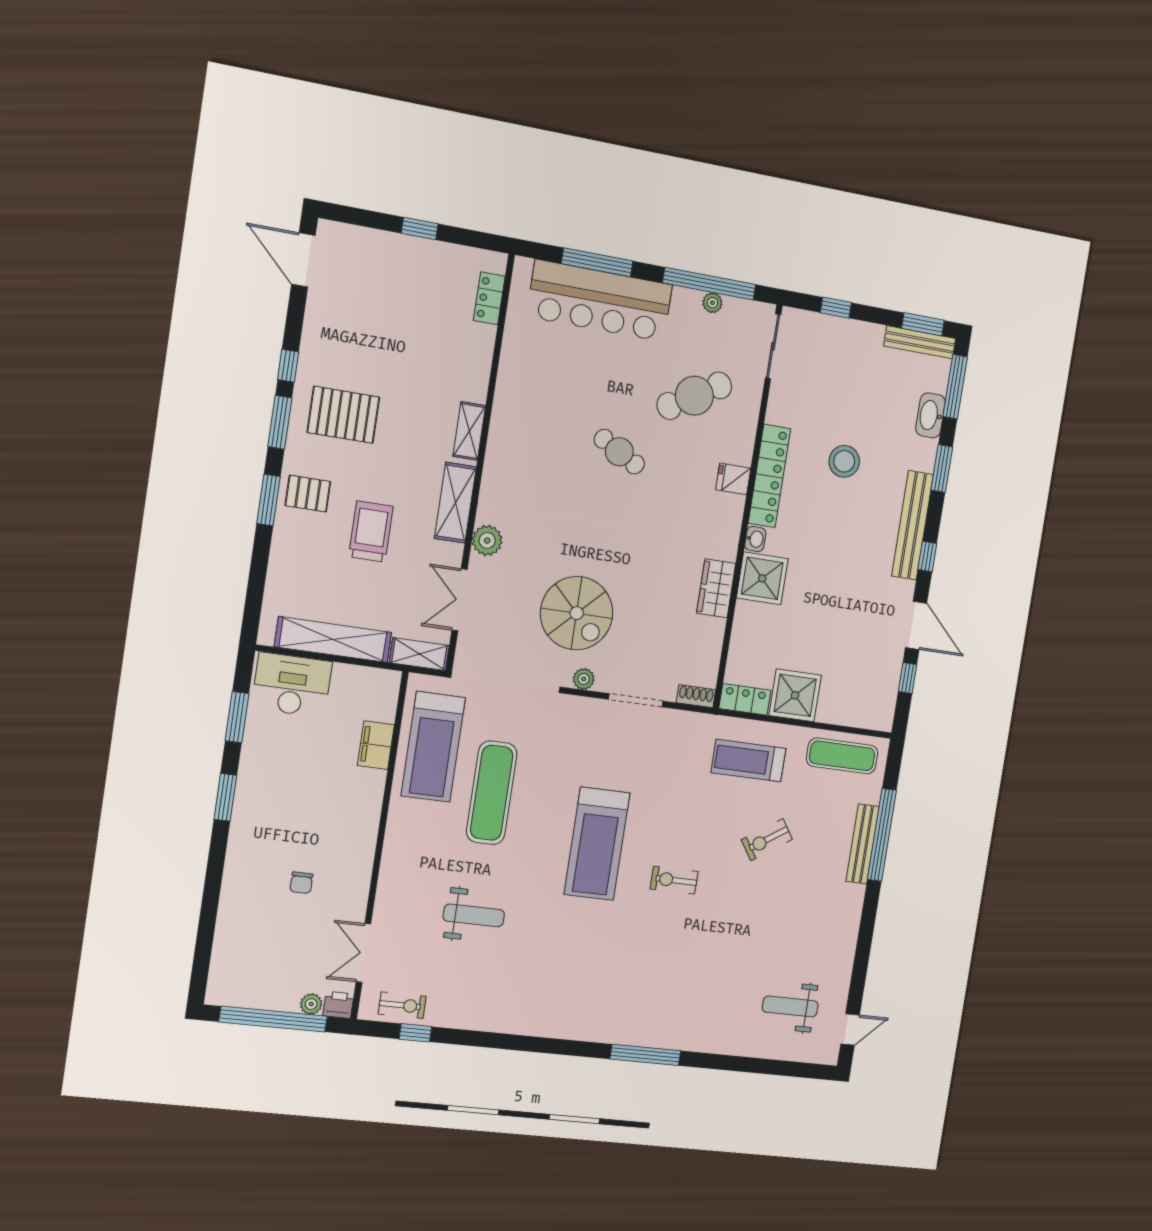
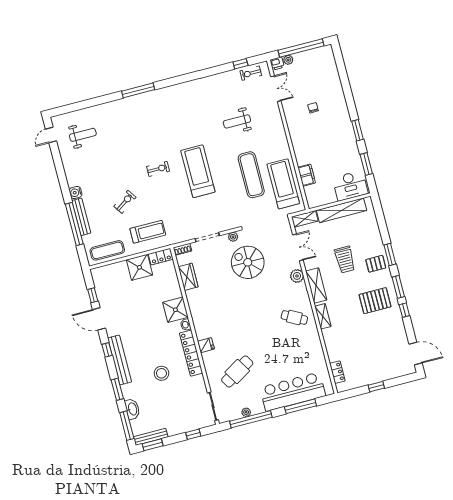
cafe table: (619, 452) -> (294, 317), moved
wardrobe: (716, 588) -> (188, 277), moved
water cooler: (853, 897) -> (76, 192), added

